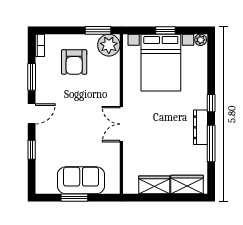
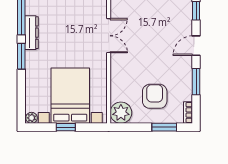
window: (98, 30) -> (164, 127), moved
window: (211, 103) -> (21, 56), width x1.50

